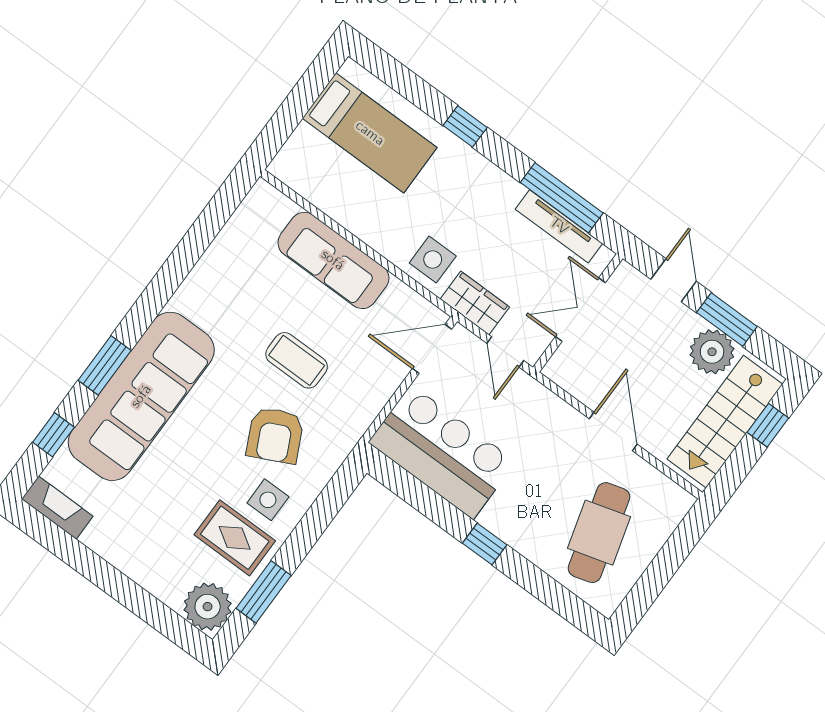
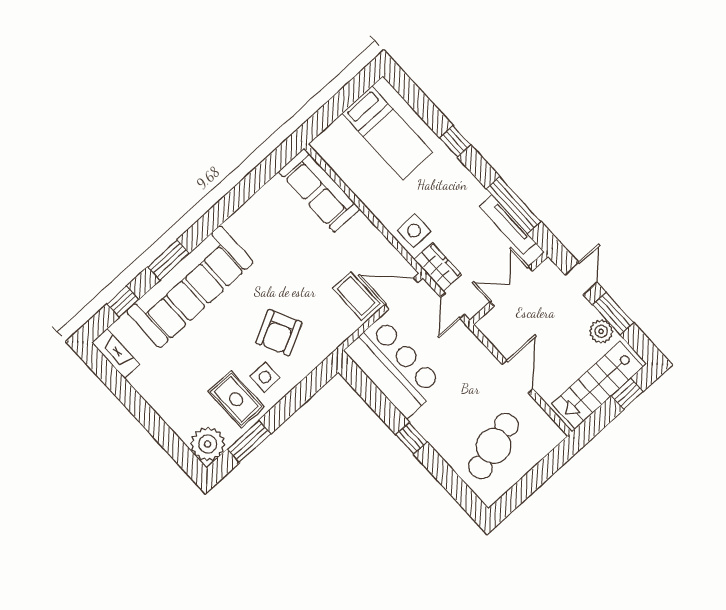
sofa: (333, 260) -> (319, 190), moved
plant: (712, 352) -> (601, 331), width x0.73, depth x0.73
coffee table: (297, 360) -> (356, 296), moved

